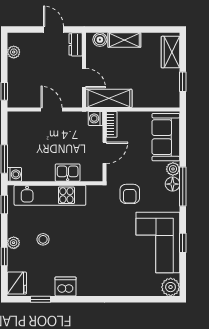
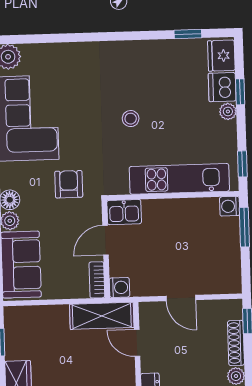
shoe rack: (13, 76) -> (236, 343), added
kitchen sink: (68, 173) -> (124, 212), moved
stool: (43, 239) -> (131, 119), moved
dishwasher: (66, 287) -> (222, 87), moved, turned 90

